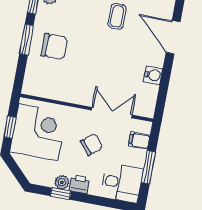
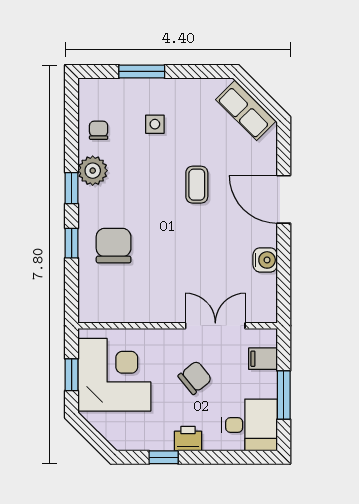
window: (26, 40) -> (72, 243), width x0.67
chair: (54, 47) -> (114, 246), turned -90
plant: (62, 182) -> (162, 441), removed

